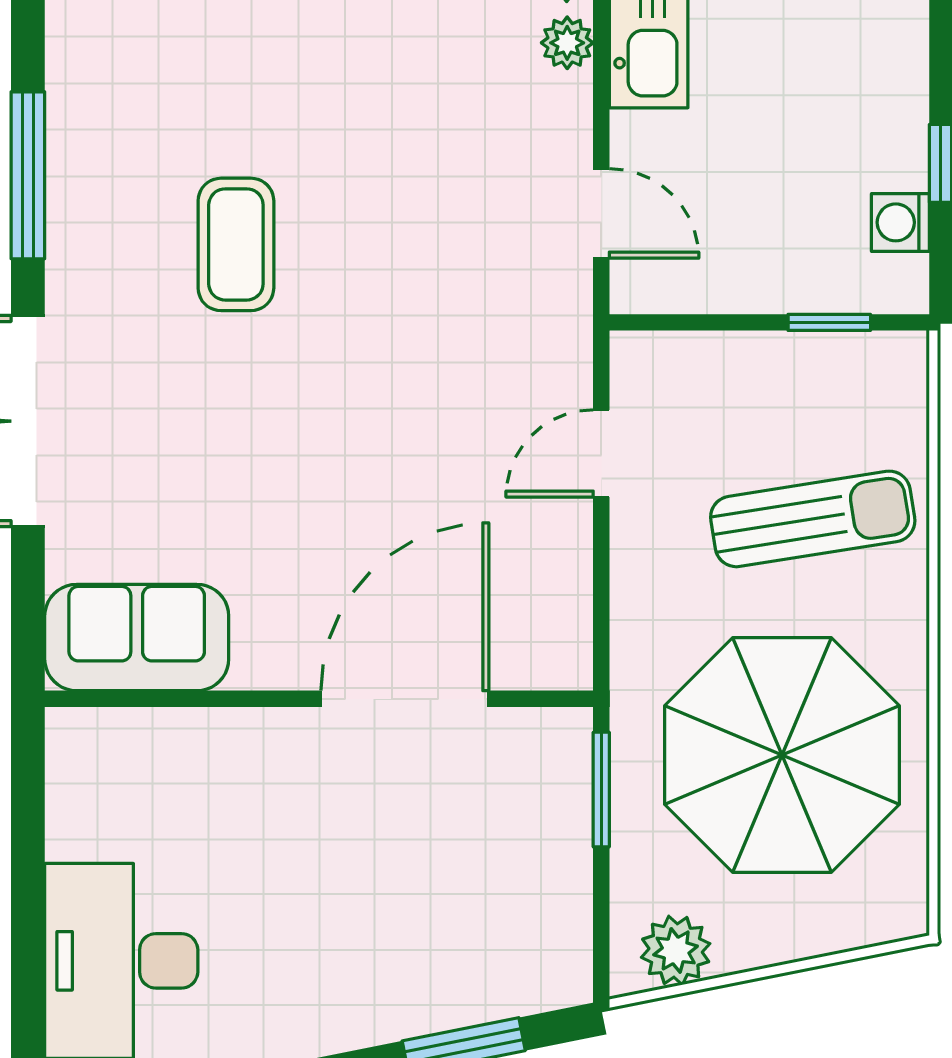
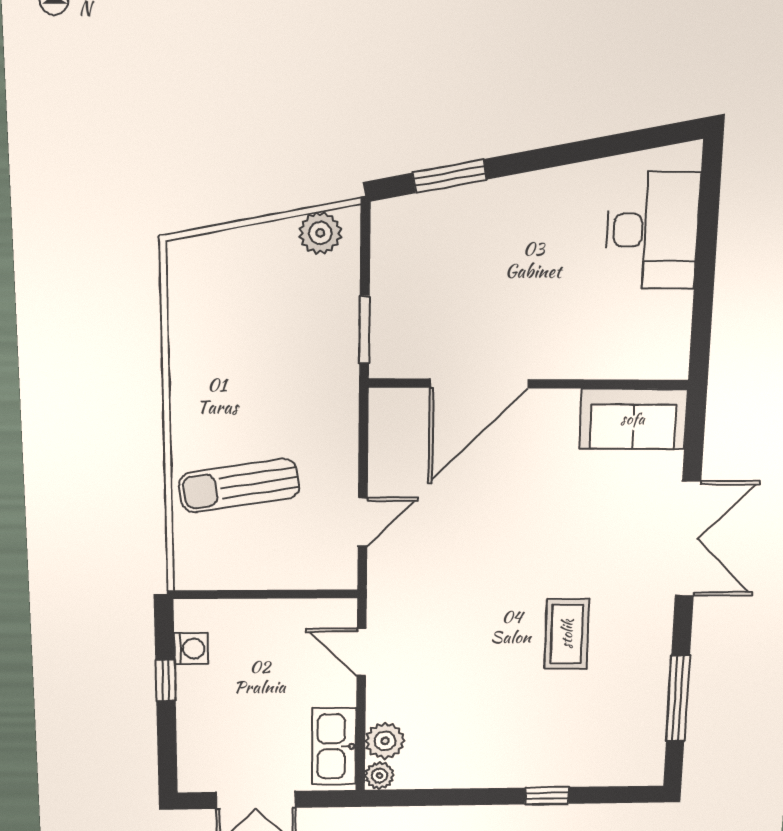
plant: (567, 43) -> (385, 741), width x1.38, depth x1.38
window: (28, 175) -> (678, 698), moved
window: (829, 322) -> (231, 594), removed
parasol: (782, 755) -> (256, 350), removed

